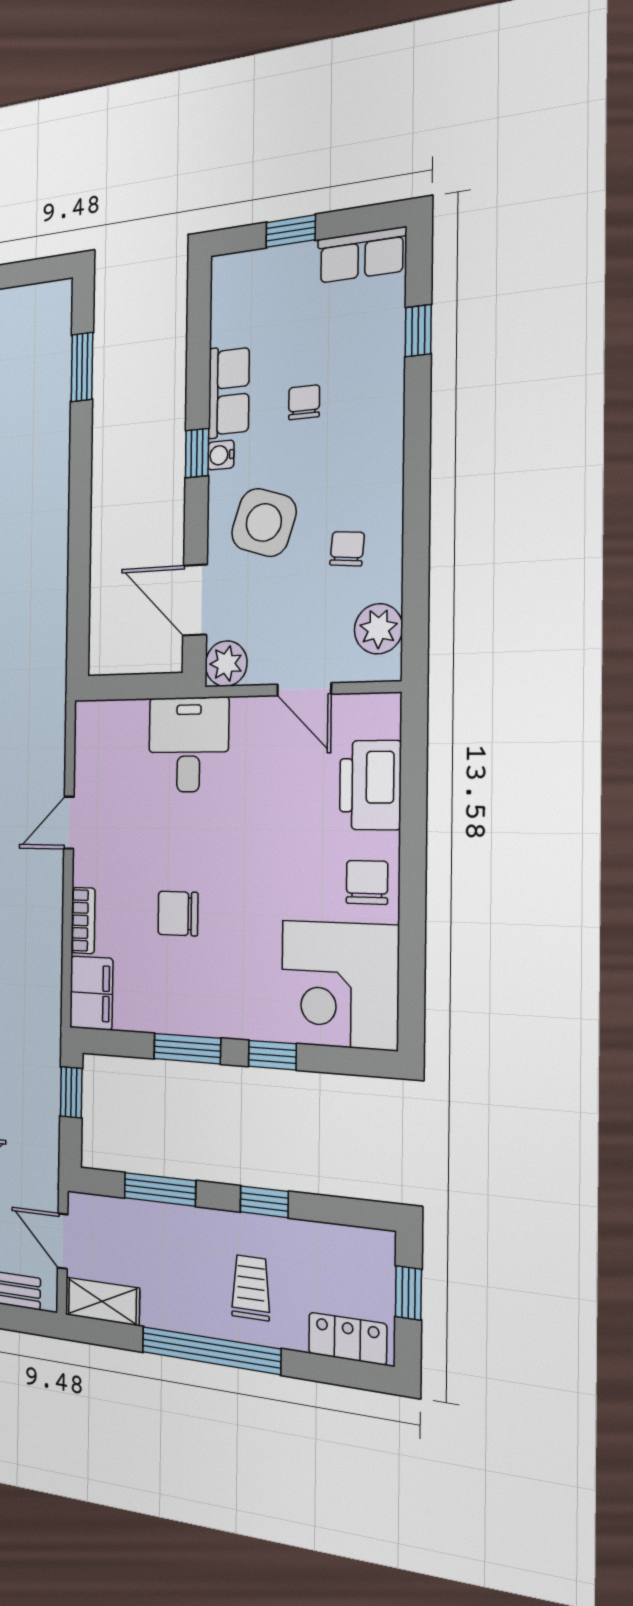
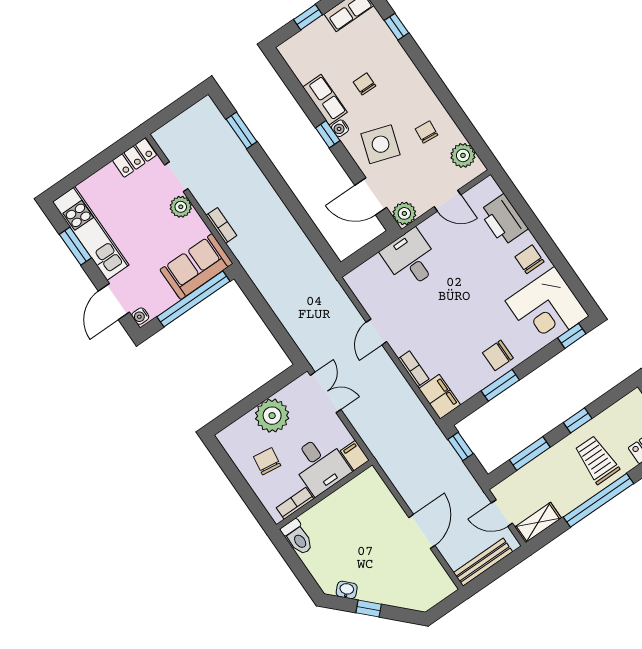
chair: (178, 913) -> (498, 355), moved
window: (272, 1055) -> (572, 336), moved
trolley: (251, 1288) -> (597, 460), width x1.36, depth x1.39

